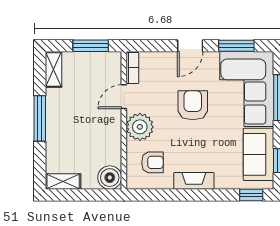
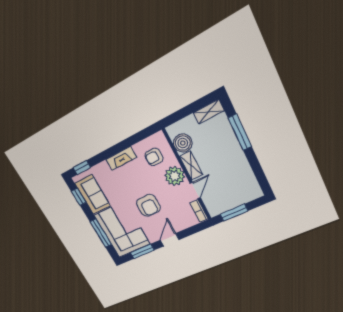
shelving: (54, 69) -> (191, 166), moved
window: (40, 118) -> (240, 132), moved
boiler: (110, 178) -> (183, 143), moved

